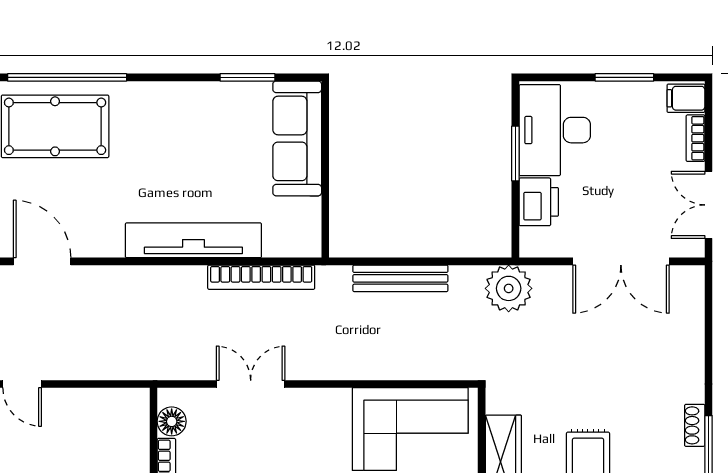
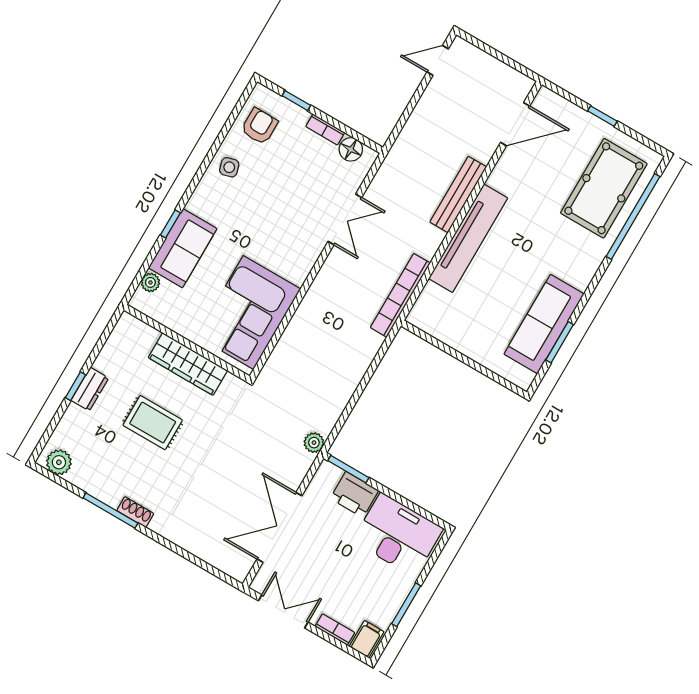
sofa: (297, 138) -> (544, 324), moved, turned -90
window: (515, 154) -> (348, 469), moved
bookcase: (261, 277) -> (400, 295), moved
bench: (400, 278) -> (458, 194), moved
plant: (509, 288) -> (314, 443), width x0.53, depth x0.53

